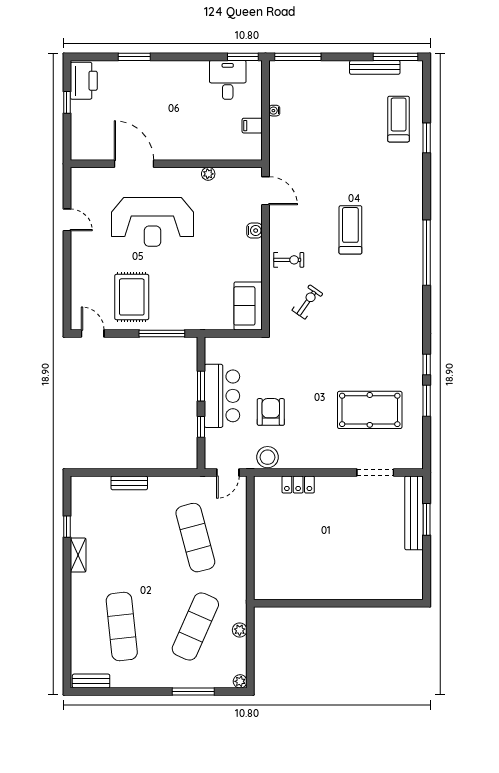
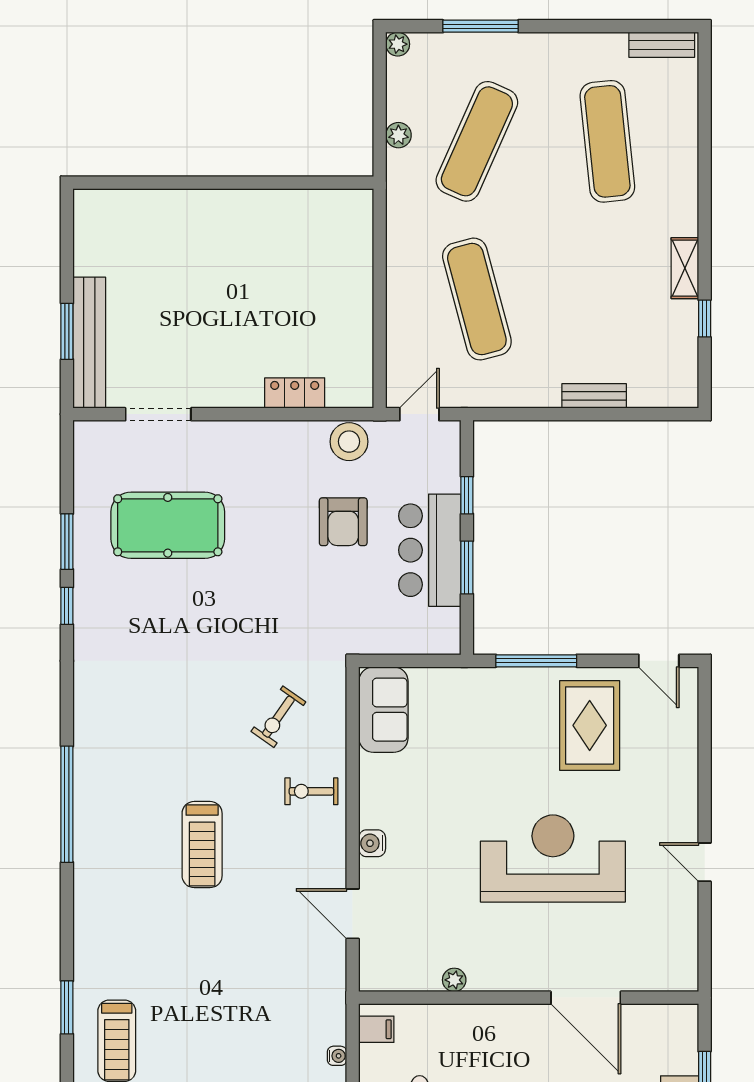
door: (134, 164) -> (586, 998), moved
wall: (166, 164) -> (529, 998), moved
plant: (208, 174) -> (454, 980), moved

